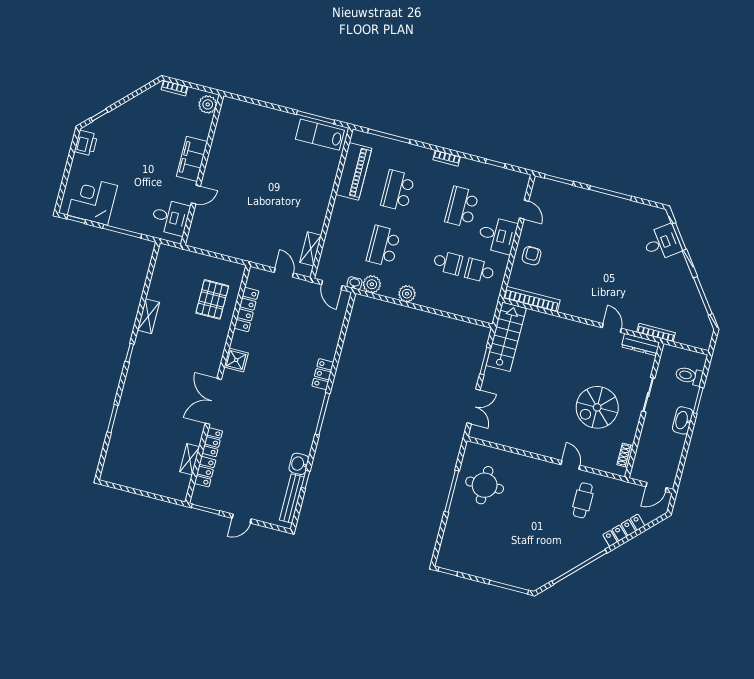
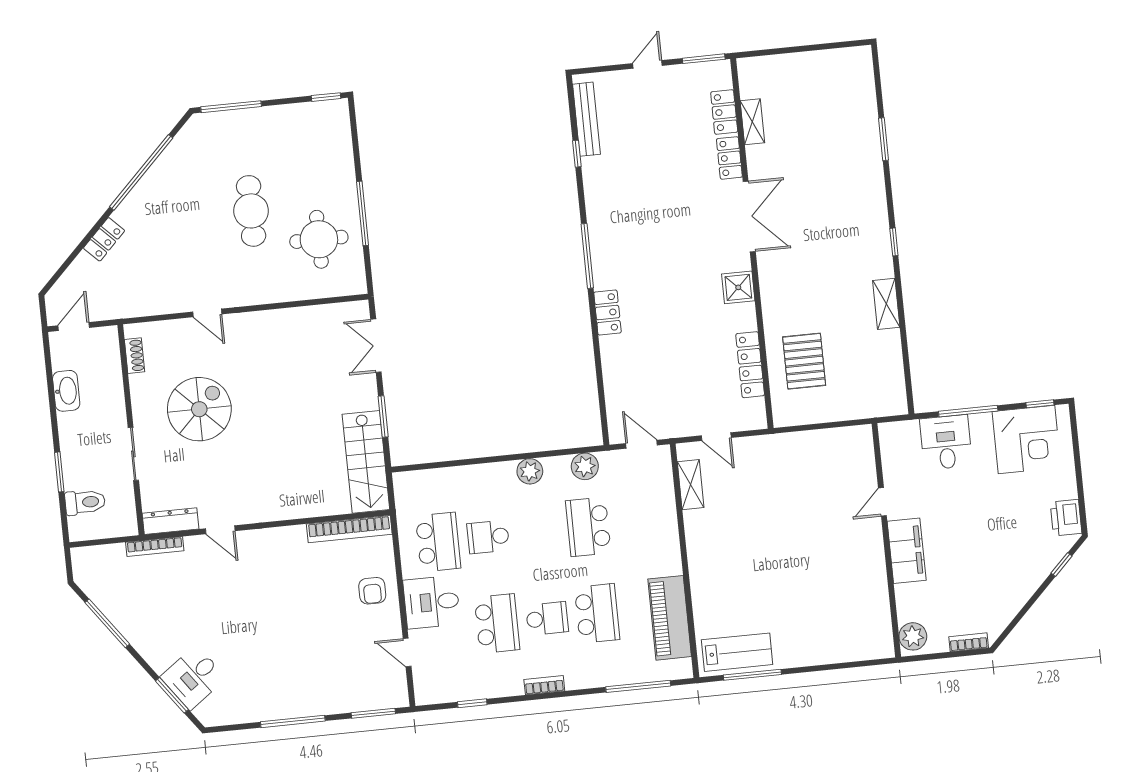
school desk: (430, 199) -> (547, 618), added
desk: (170, 217) -> (946, 442), moved, turned 90
school desk: (383, 246) -> (588, 527), turned 180
school desk: (480, 271) -> (438, 542), width x1.85
washbasin: (355, 283) -> (610, 459), removed
washbasin: (683, 420) -> (66, 391), moved
washbasin: (299, 464) -> (595, 172), removed
cafe table: (583, 500) -> (251, 211), moved, width x1.37, depth x1.35
locker: (624, 530) -> (104, 239), width x0.66

